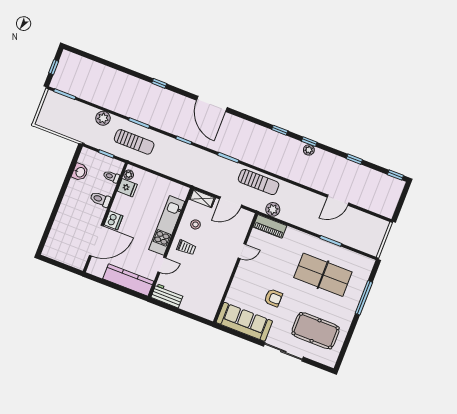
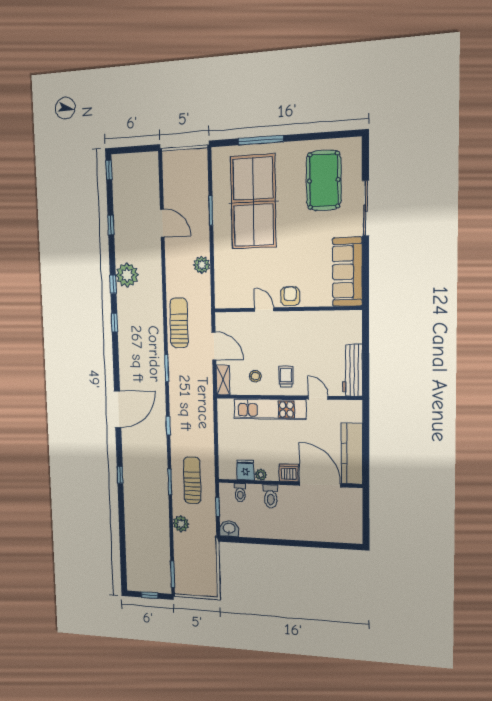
plant: (309, 150) -> (127, 275), width x1.88, depth x1.88
washbasin: (80, 172) -> (229, 529), moved
plant: (129, 175) -> (261, 475), moved
plant: (273, 209) -> (202, 265), moved
piano: (270, 226) -> (223, 289), removed
table tennis table: (323, 275) -> (253, 202), width x1.36, depth x1.32
kitchen counter: (128, 280) -> (352, 454), moved
workbench: (167, 296) -> (352, 370), width x1.37
armchair: (273, 298) -> (290, 296), moved

